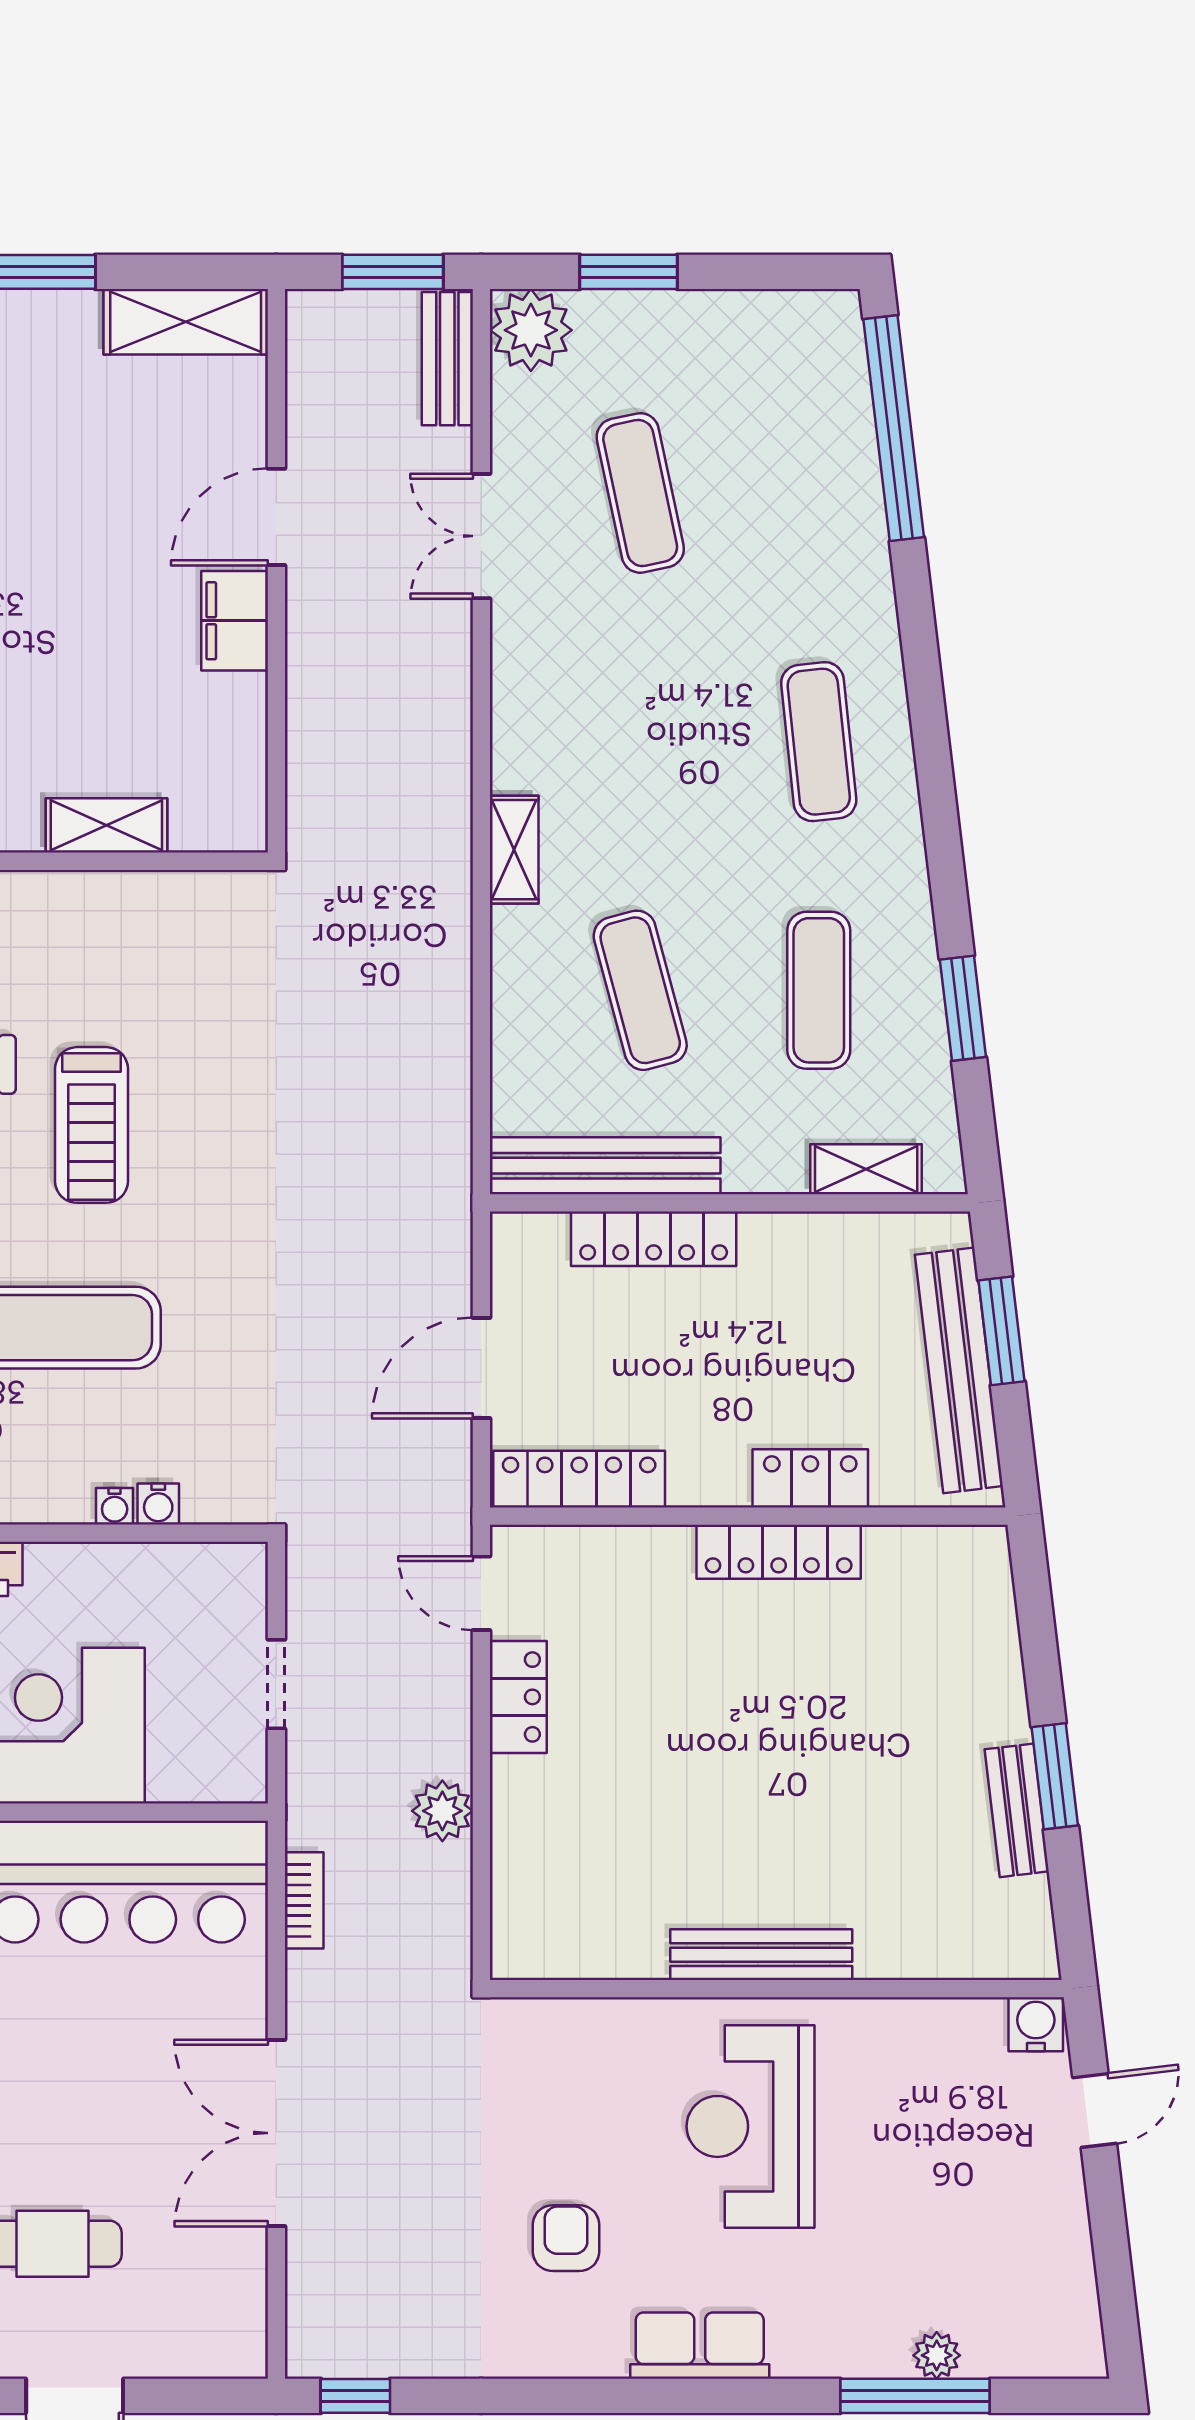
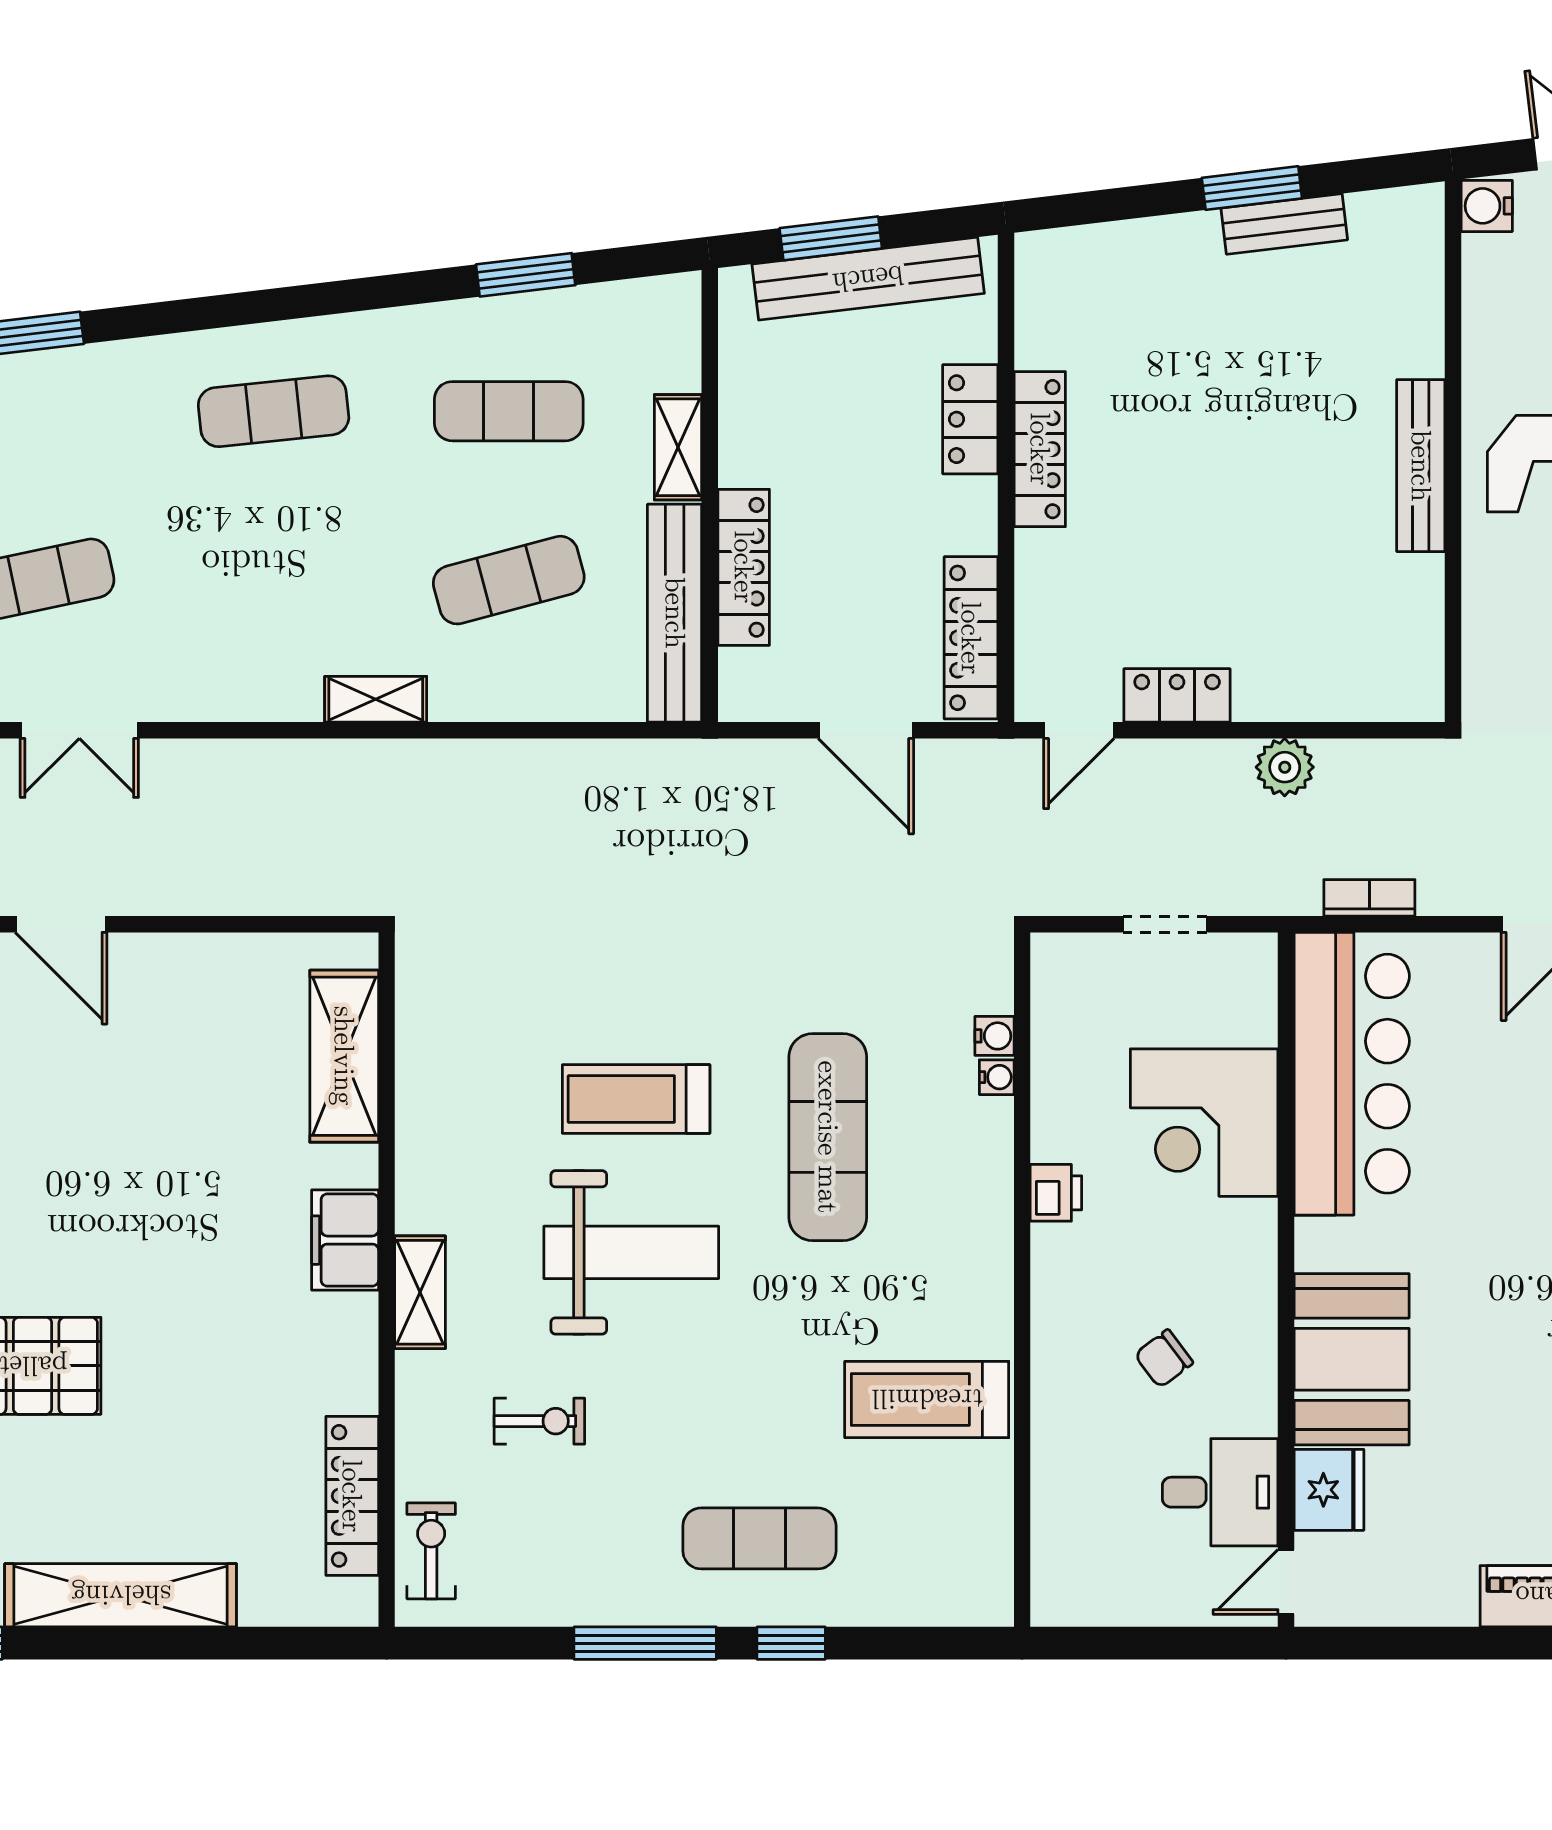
filing cabinet: (235, 621) -> (159, 964), removed
shelving: (106, 825) -> (344, 1056), width x1.50, depth x1.33
treadmill: (91, 1125) -> (636, 1099), turned 180
shelving: (866, 1169) -> (678, 447), moved

